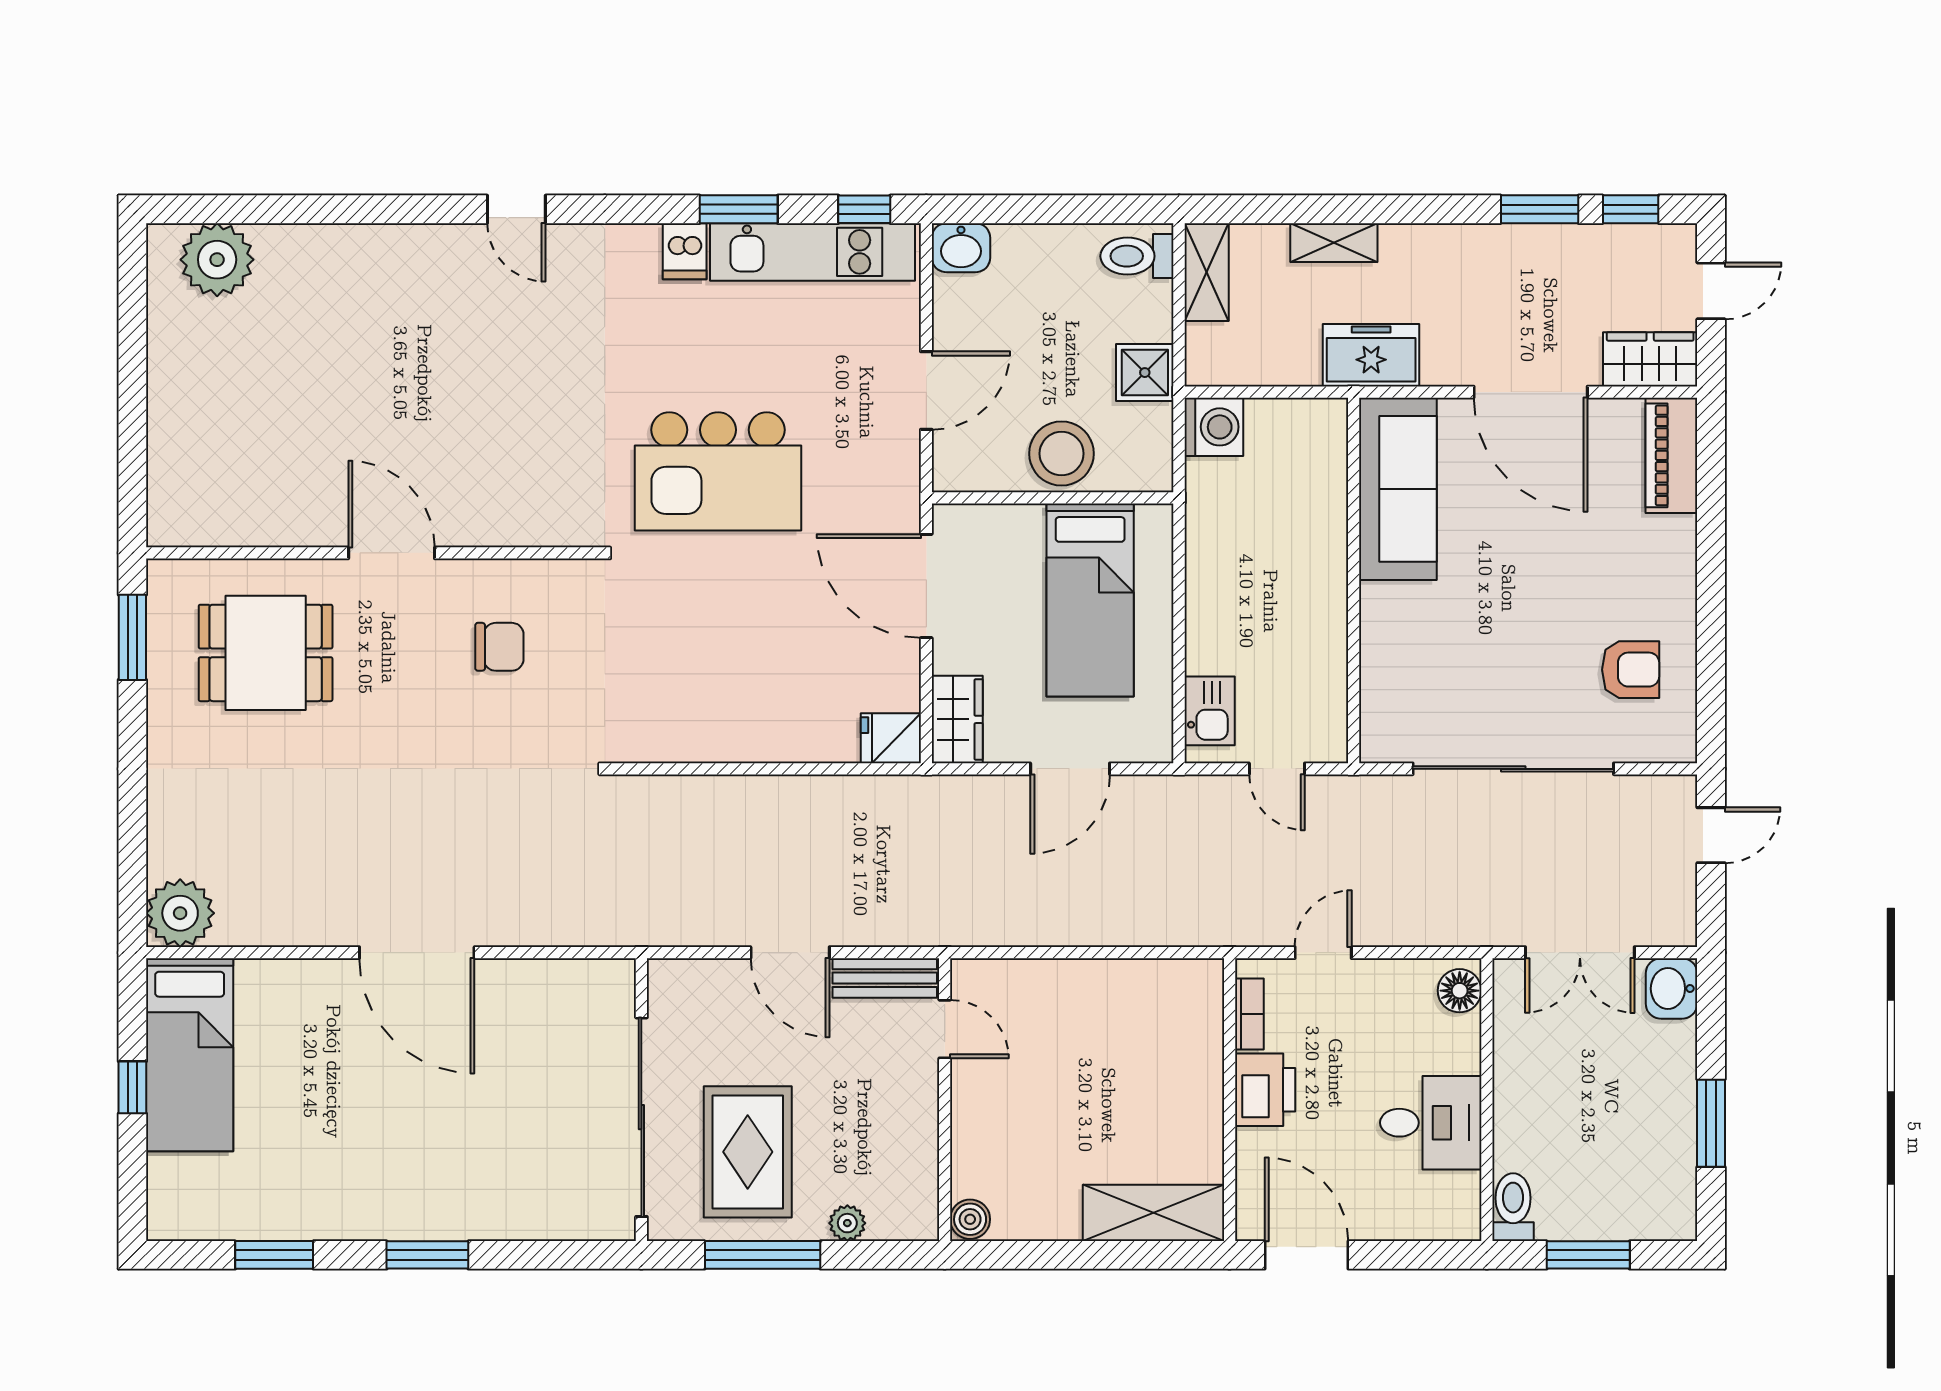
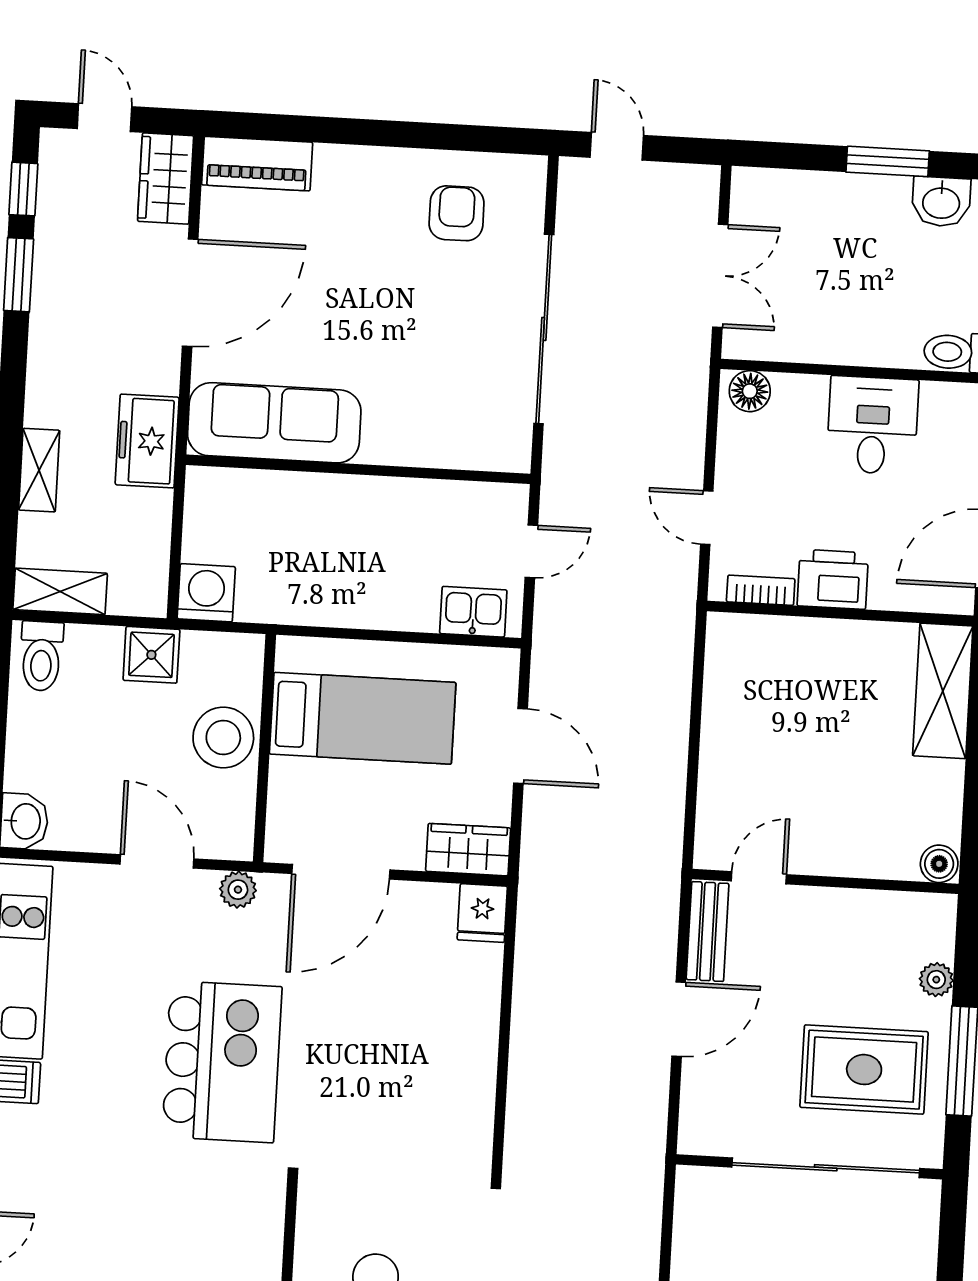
plant: (901, 478) -> (238, 890), added
washbasin: (1672, 989) -> (941, 202), moved

